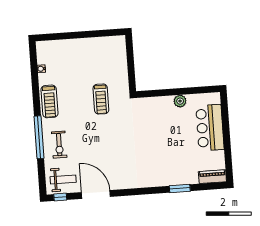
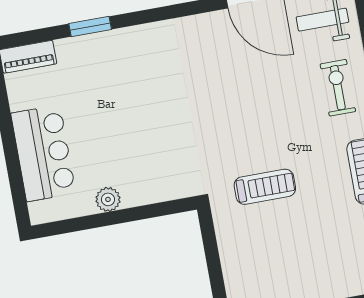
treadmill: (101, 99) -> (265, 187), turned 90

